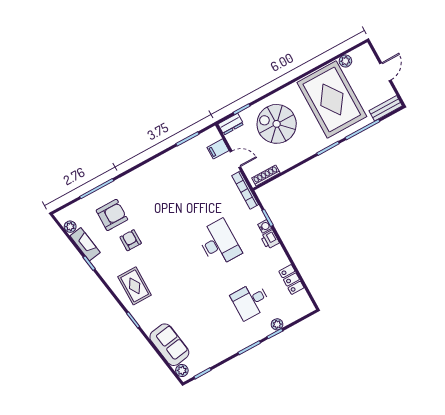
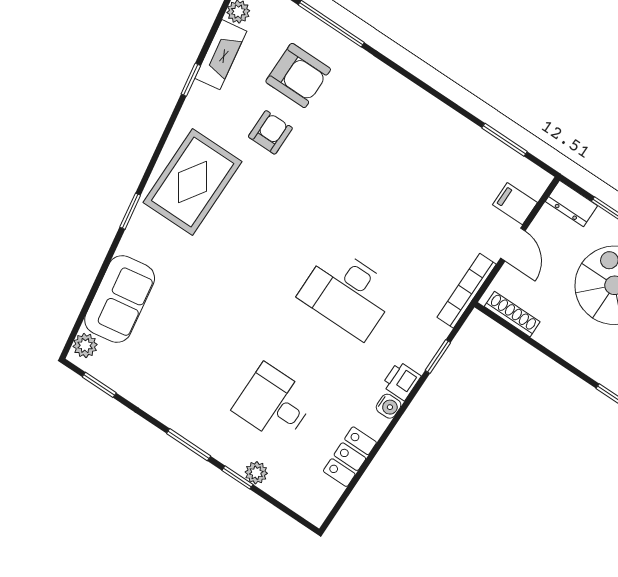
water cooler: (265, 226) -> (389, 406), moved
desk: (219, 243) -> (348, 293), turned 90
rug: (135, 286) -> (193, 182), width x1.36, depth x1.43

